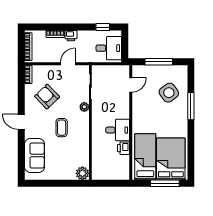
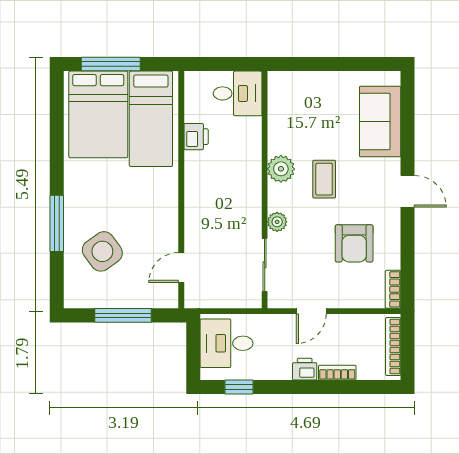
armchair: (47, 97) -> (354, 243), turned 44
desk: (118, 130) -> (238, 93), moved, turned 180
plant: (82, 173) -> (281, 169), moved

